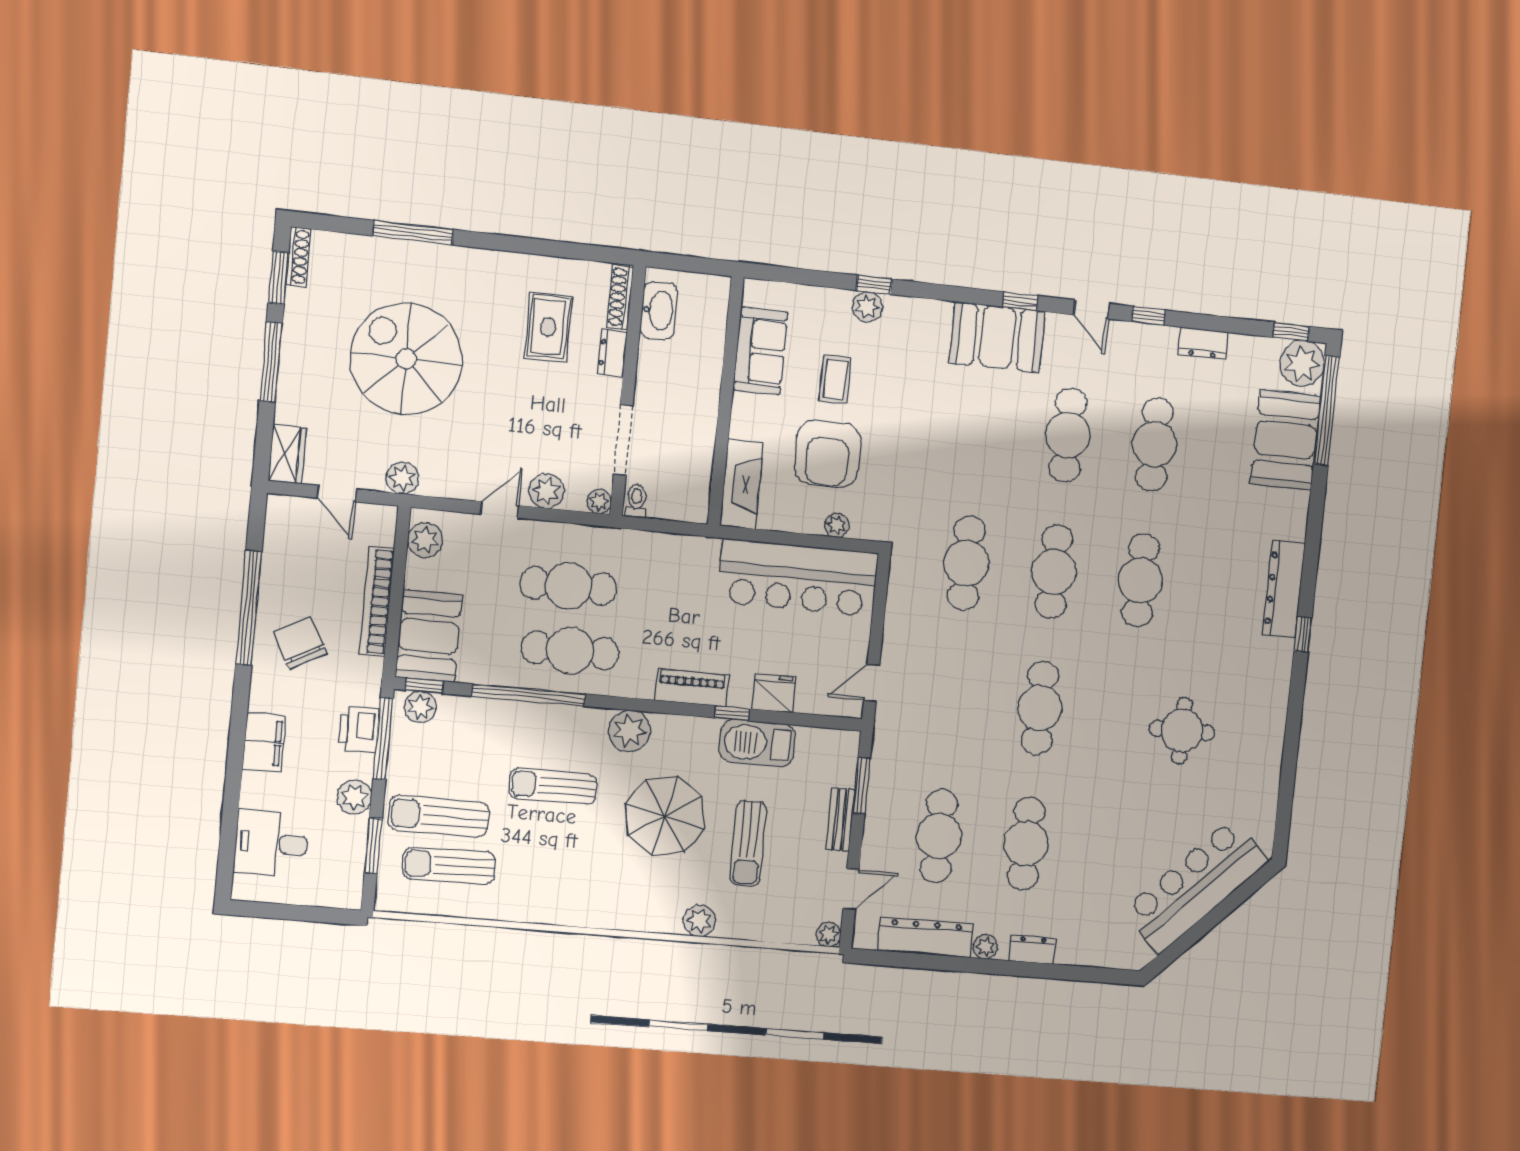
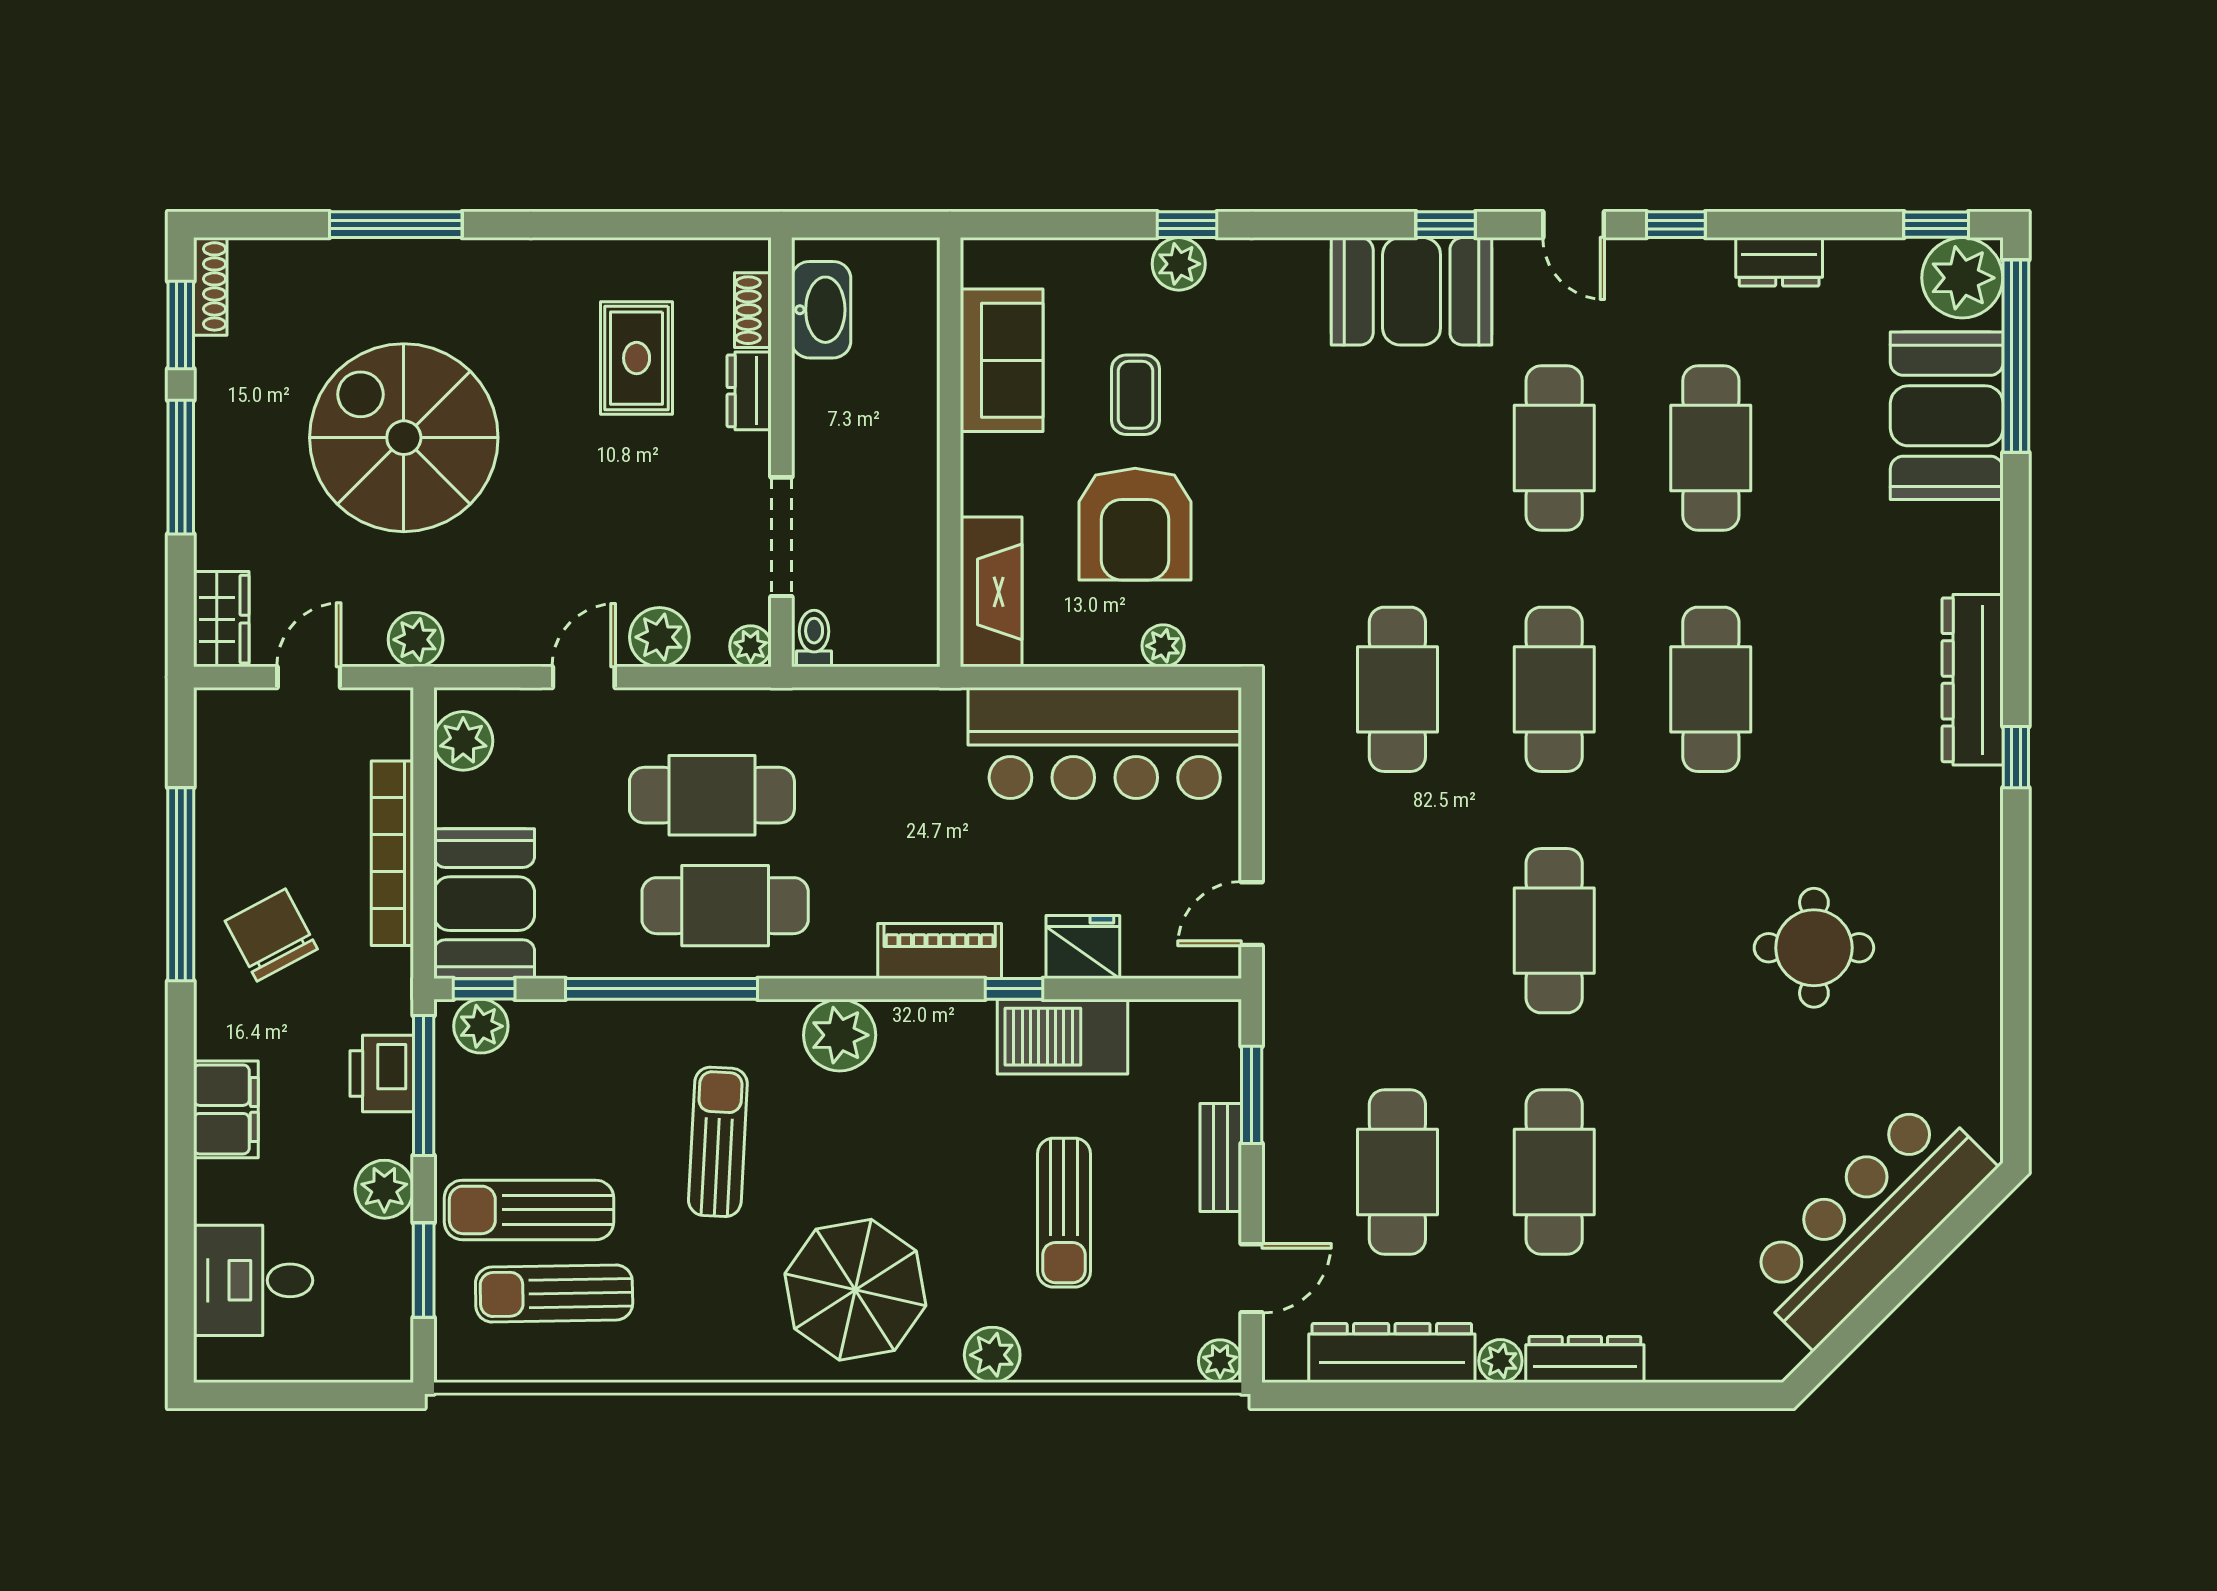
shoe rack: (620, 297) -> (753, 310), width x0.70
door: (337, 494) -> (309, 677), swing flipped
sun lounger: (553, 786) -> (718, 1142), turned 93
parasol: (665, 816) -> (855, 1290), moved
dresser: (1032, 950) -> (1585, 1359), width x1.44

